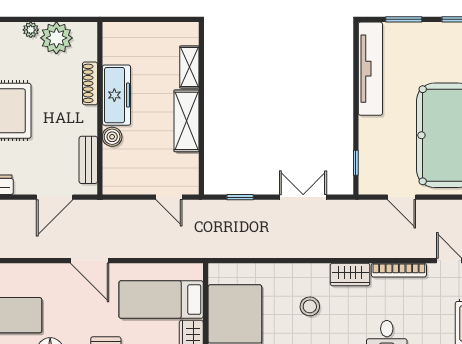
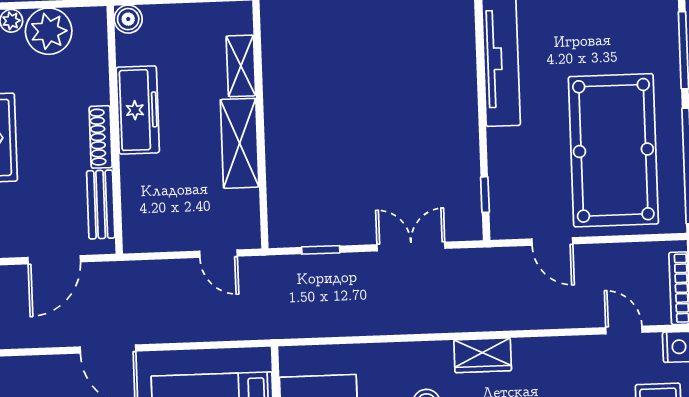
shoe rack: (90, 83) -> (101, 137), moved
boiler: (112, 137) -> (128, 19), moved
bookcase: (399, 270) -> (552, 346), removed

